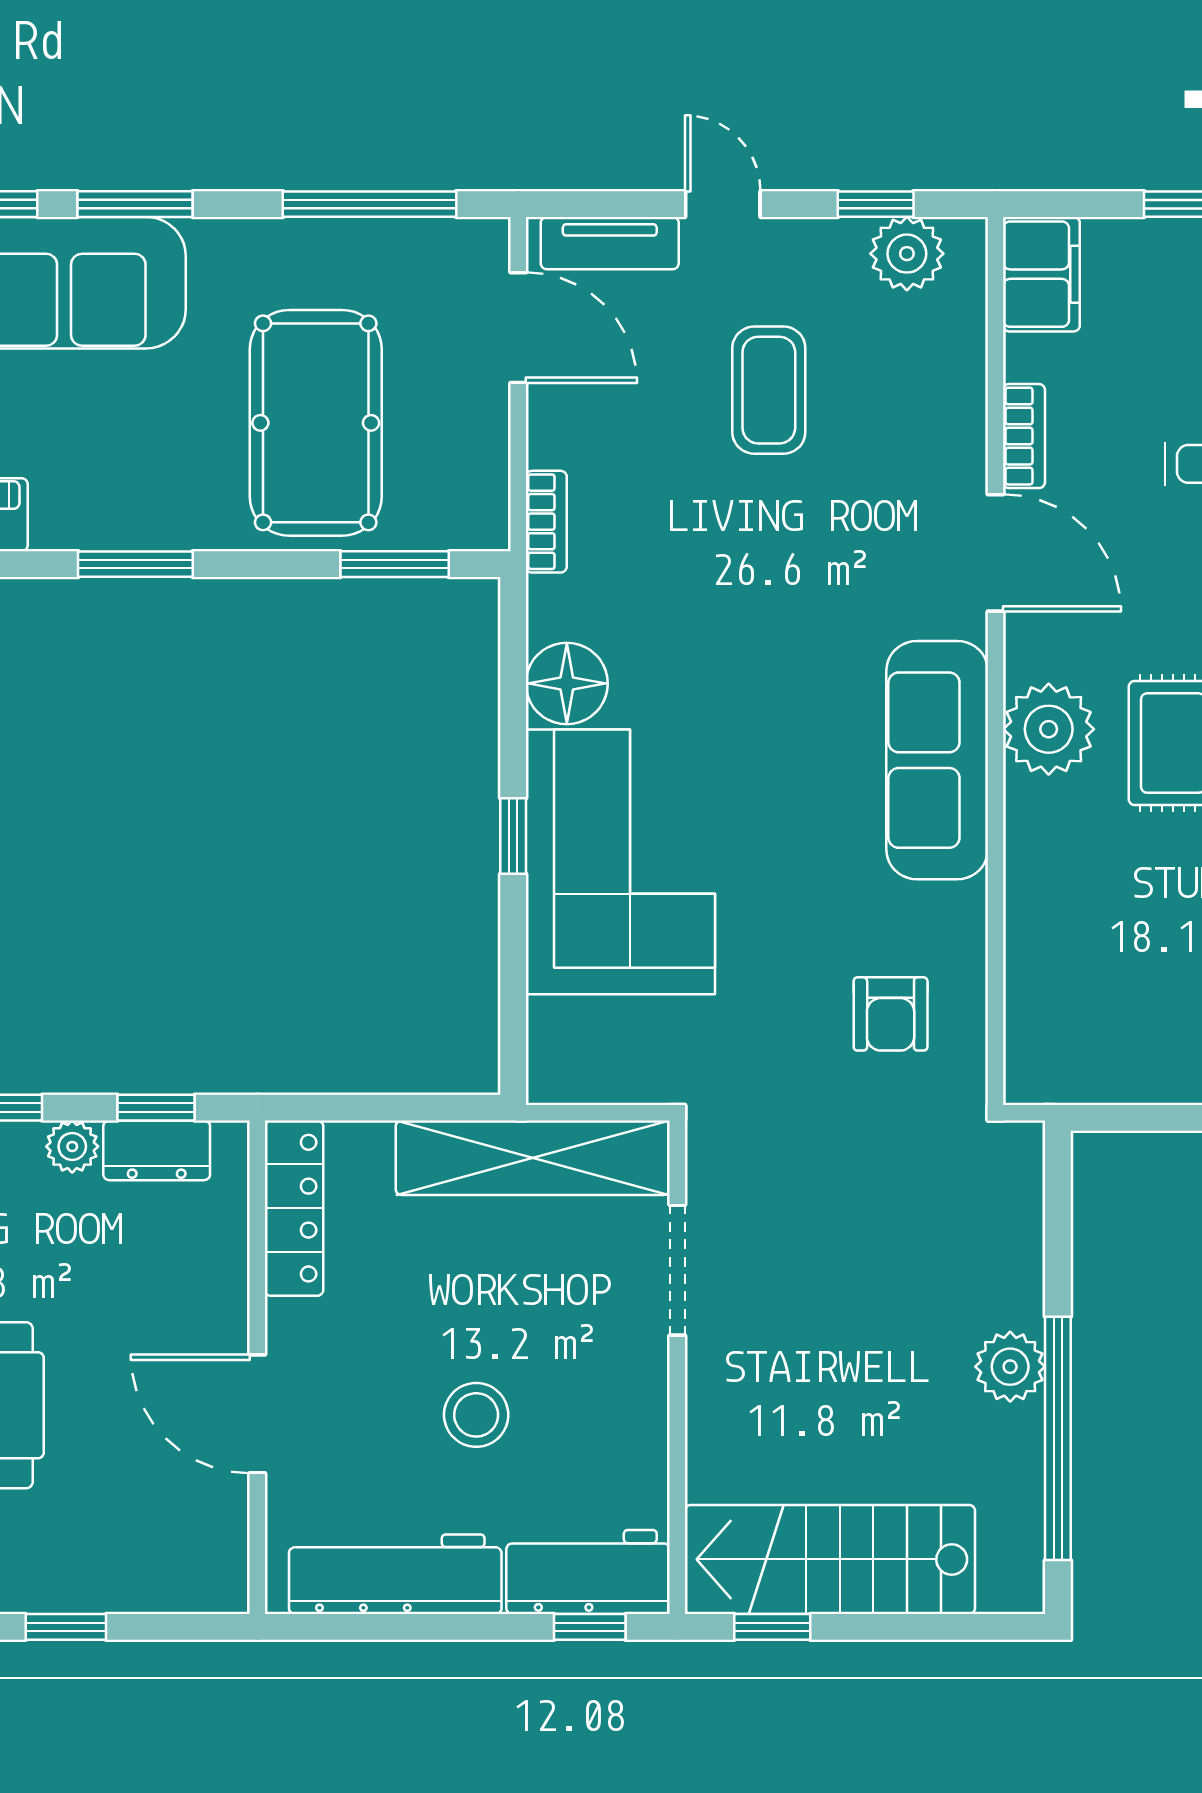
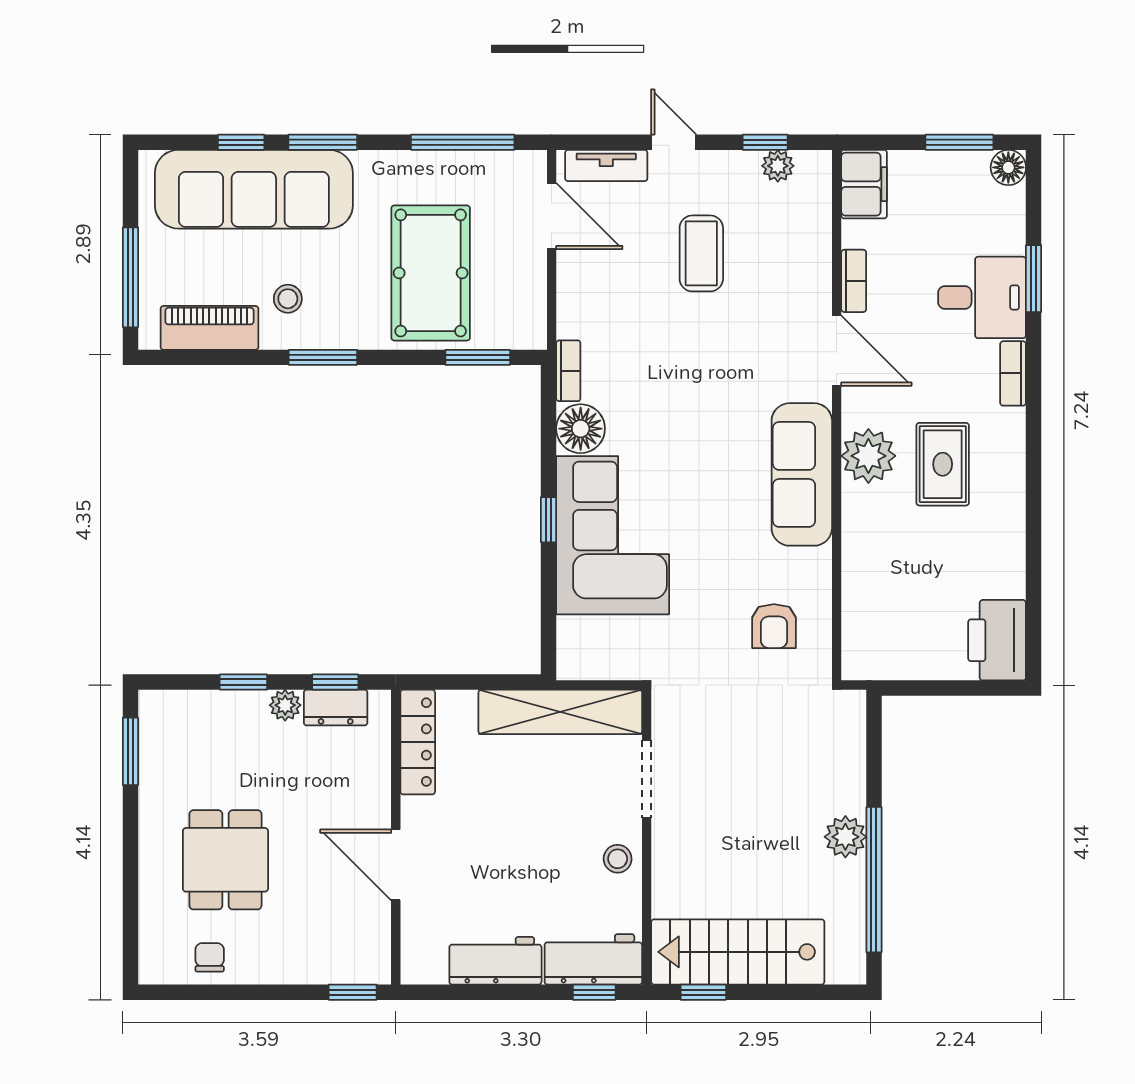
plant: (907, 254) -> (778, 166), width x0.73, depth x0.73
stool: (77, 466) -> (288, 299), added
bookcase: (546, 522) -> (568, 371), moved
stool: (476, 1415) -> (618, 859), moved, width x0.73, depth x0.73
workbench: (395, 1574) -> (495, 961), width x0.73
window: (66, 1627) -> (353, 992), moved

